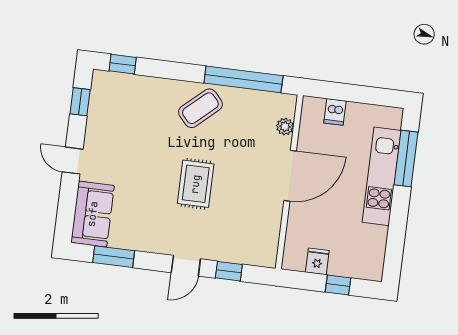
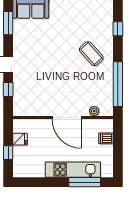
window: (123, 64) -> (118, 29), moved
coffee table: (200, 108) -> (91, 54), moved
rug: (196, 184) -> (55, 65), removed

